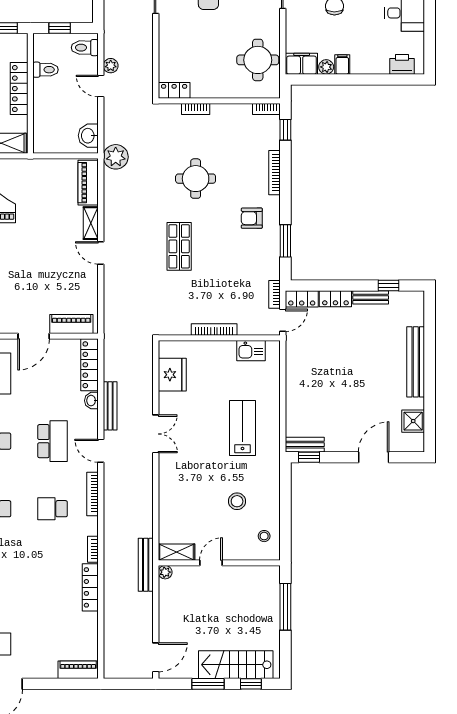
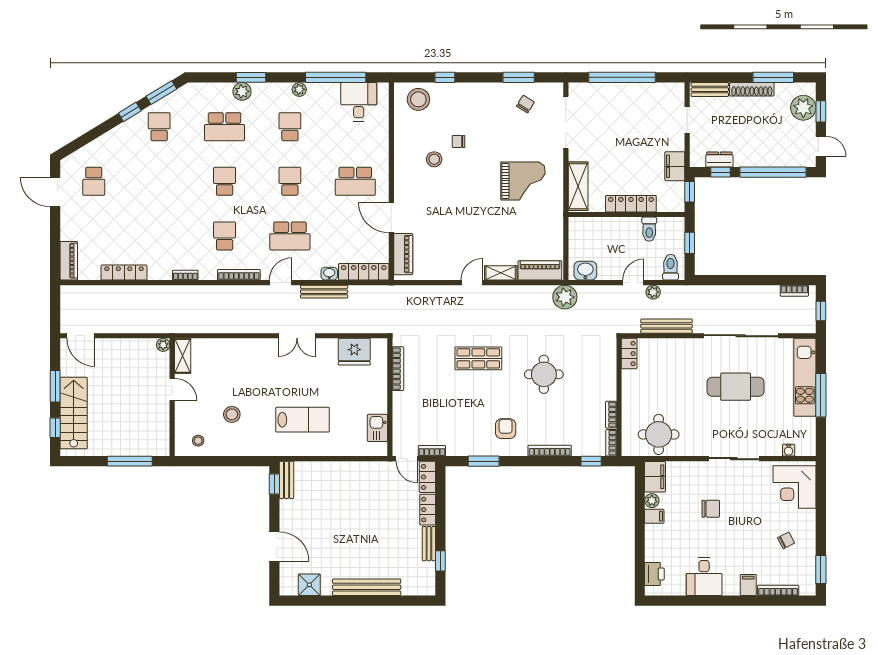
bookcase: (196, 109) -> (611, 415), moved
bookcase: (214, 329) -> (398, 369), moved
bench: (146, 565) -> (667, 326), moved
locker: (90, 587) -> (124, 273), moved

